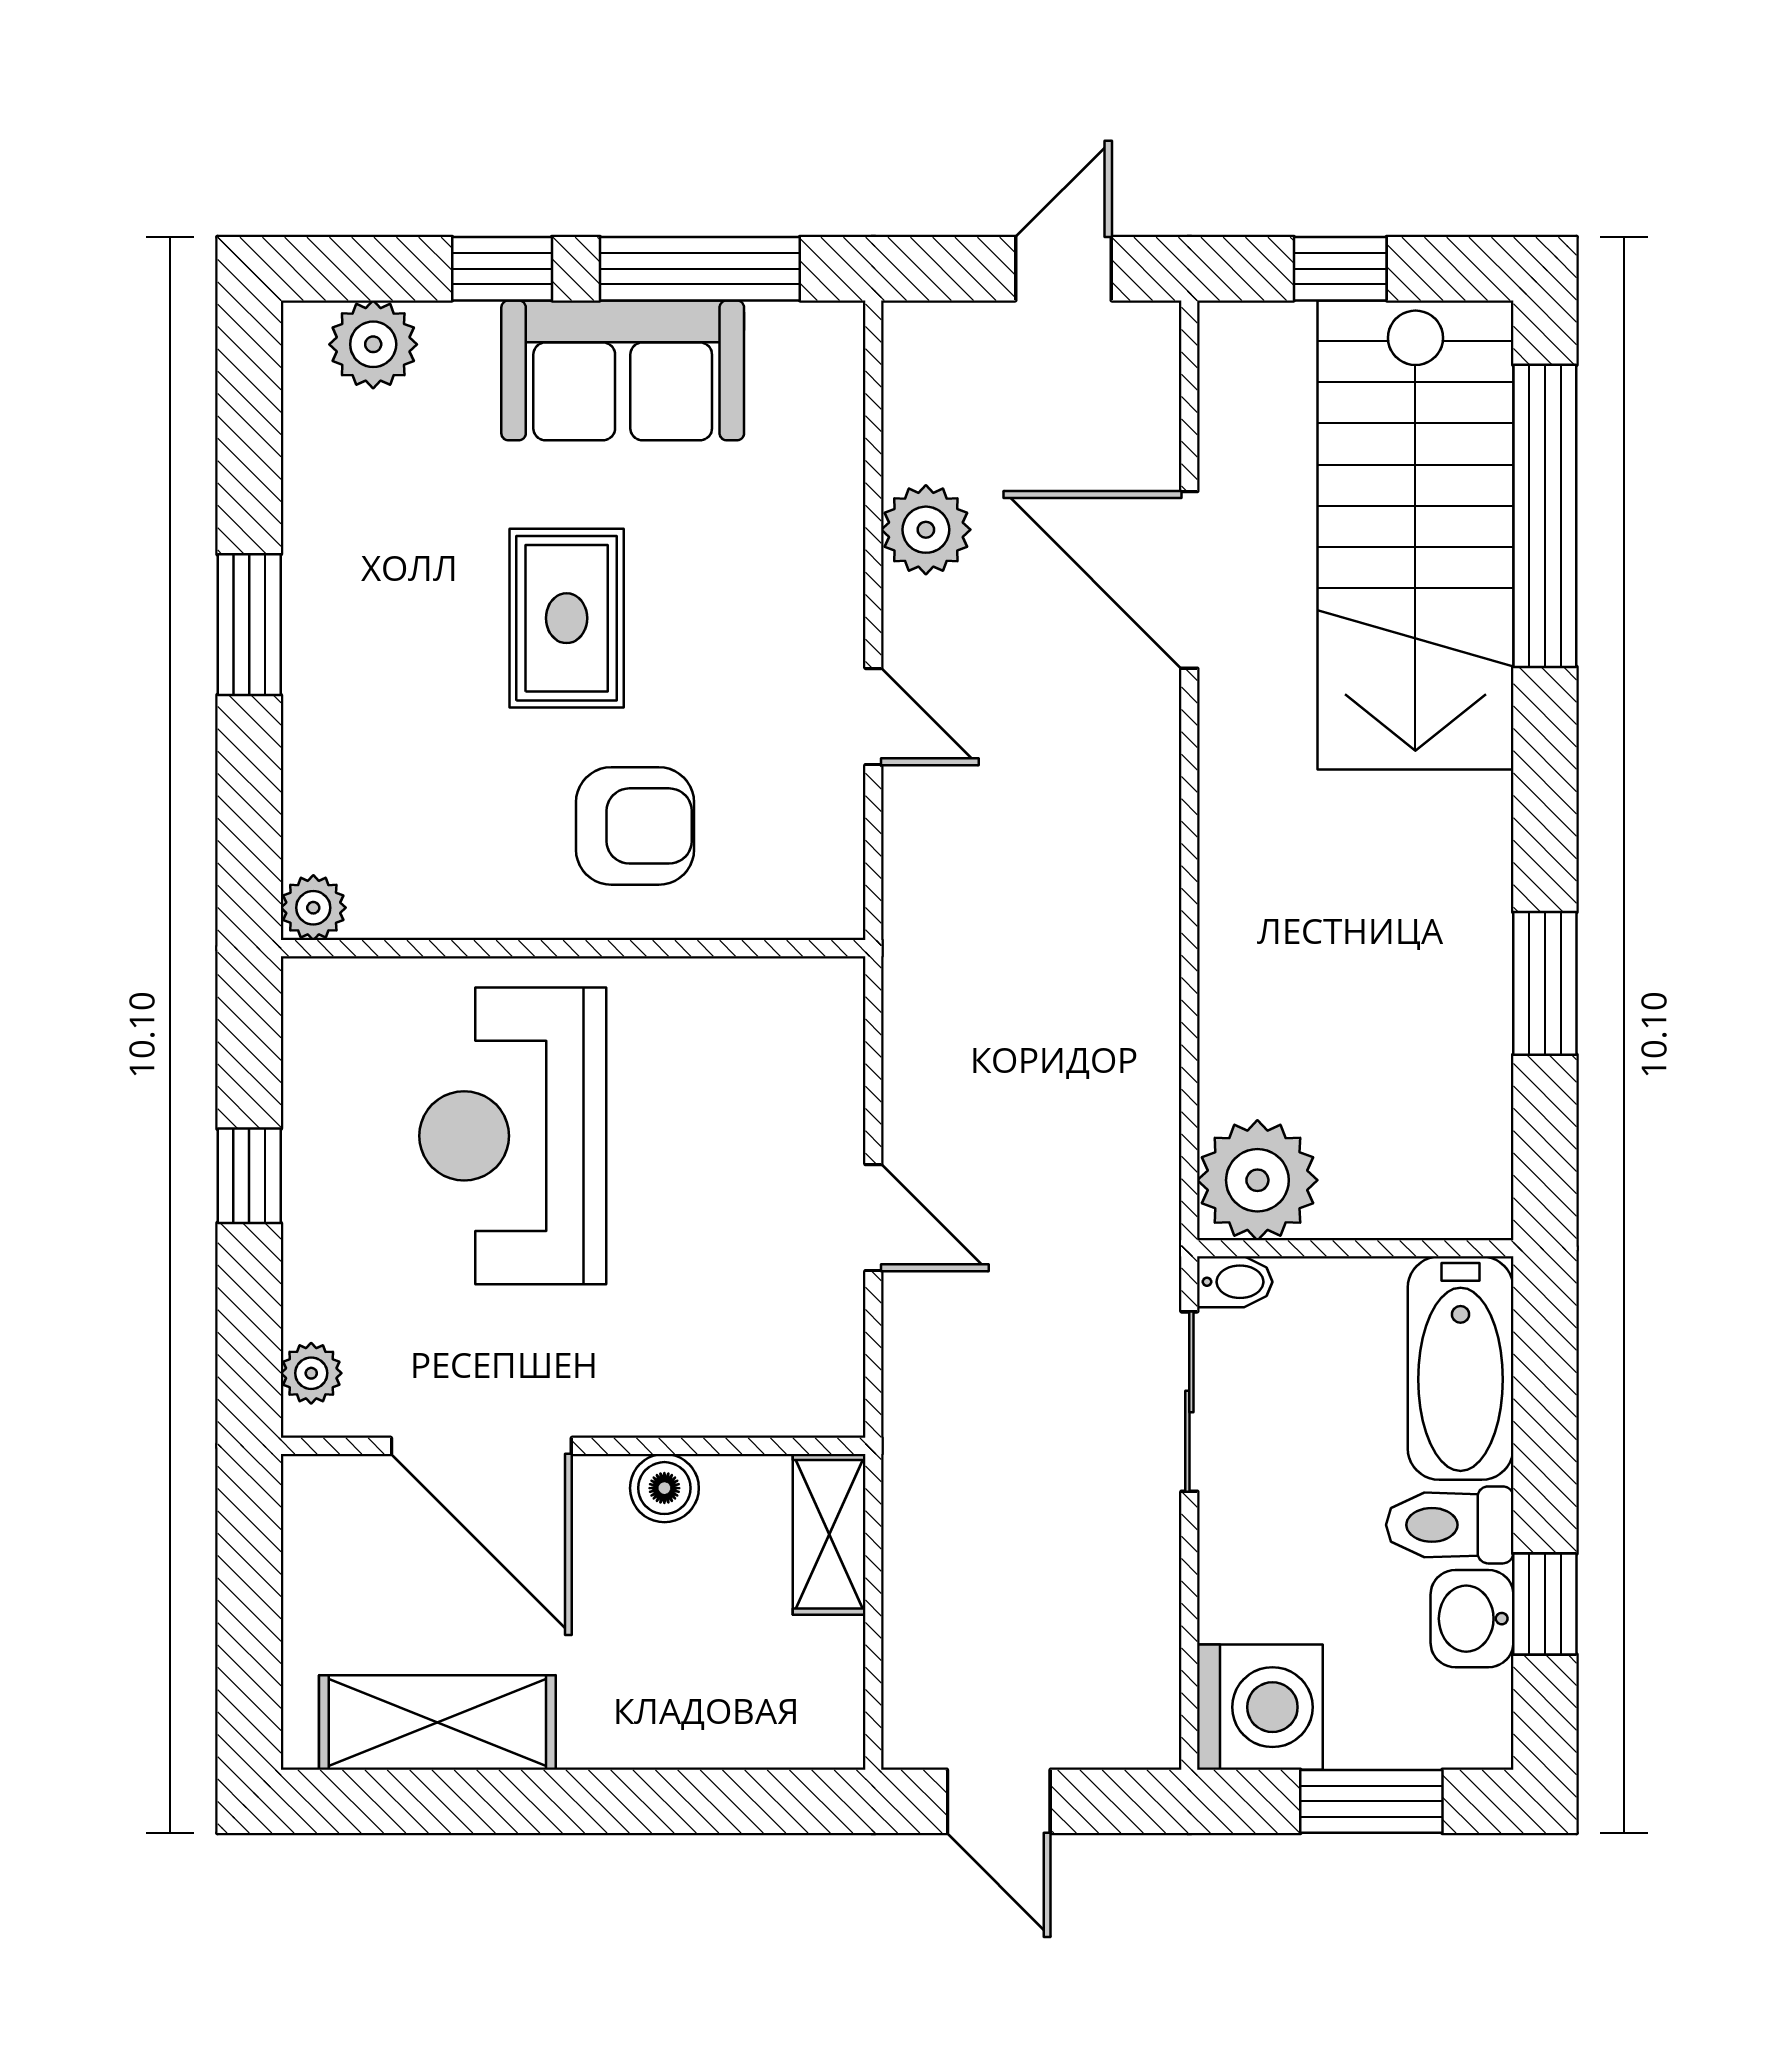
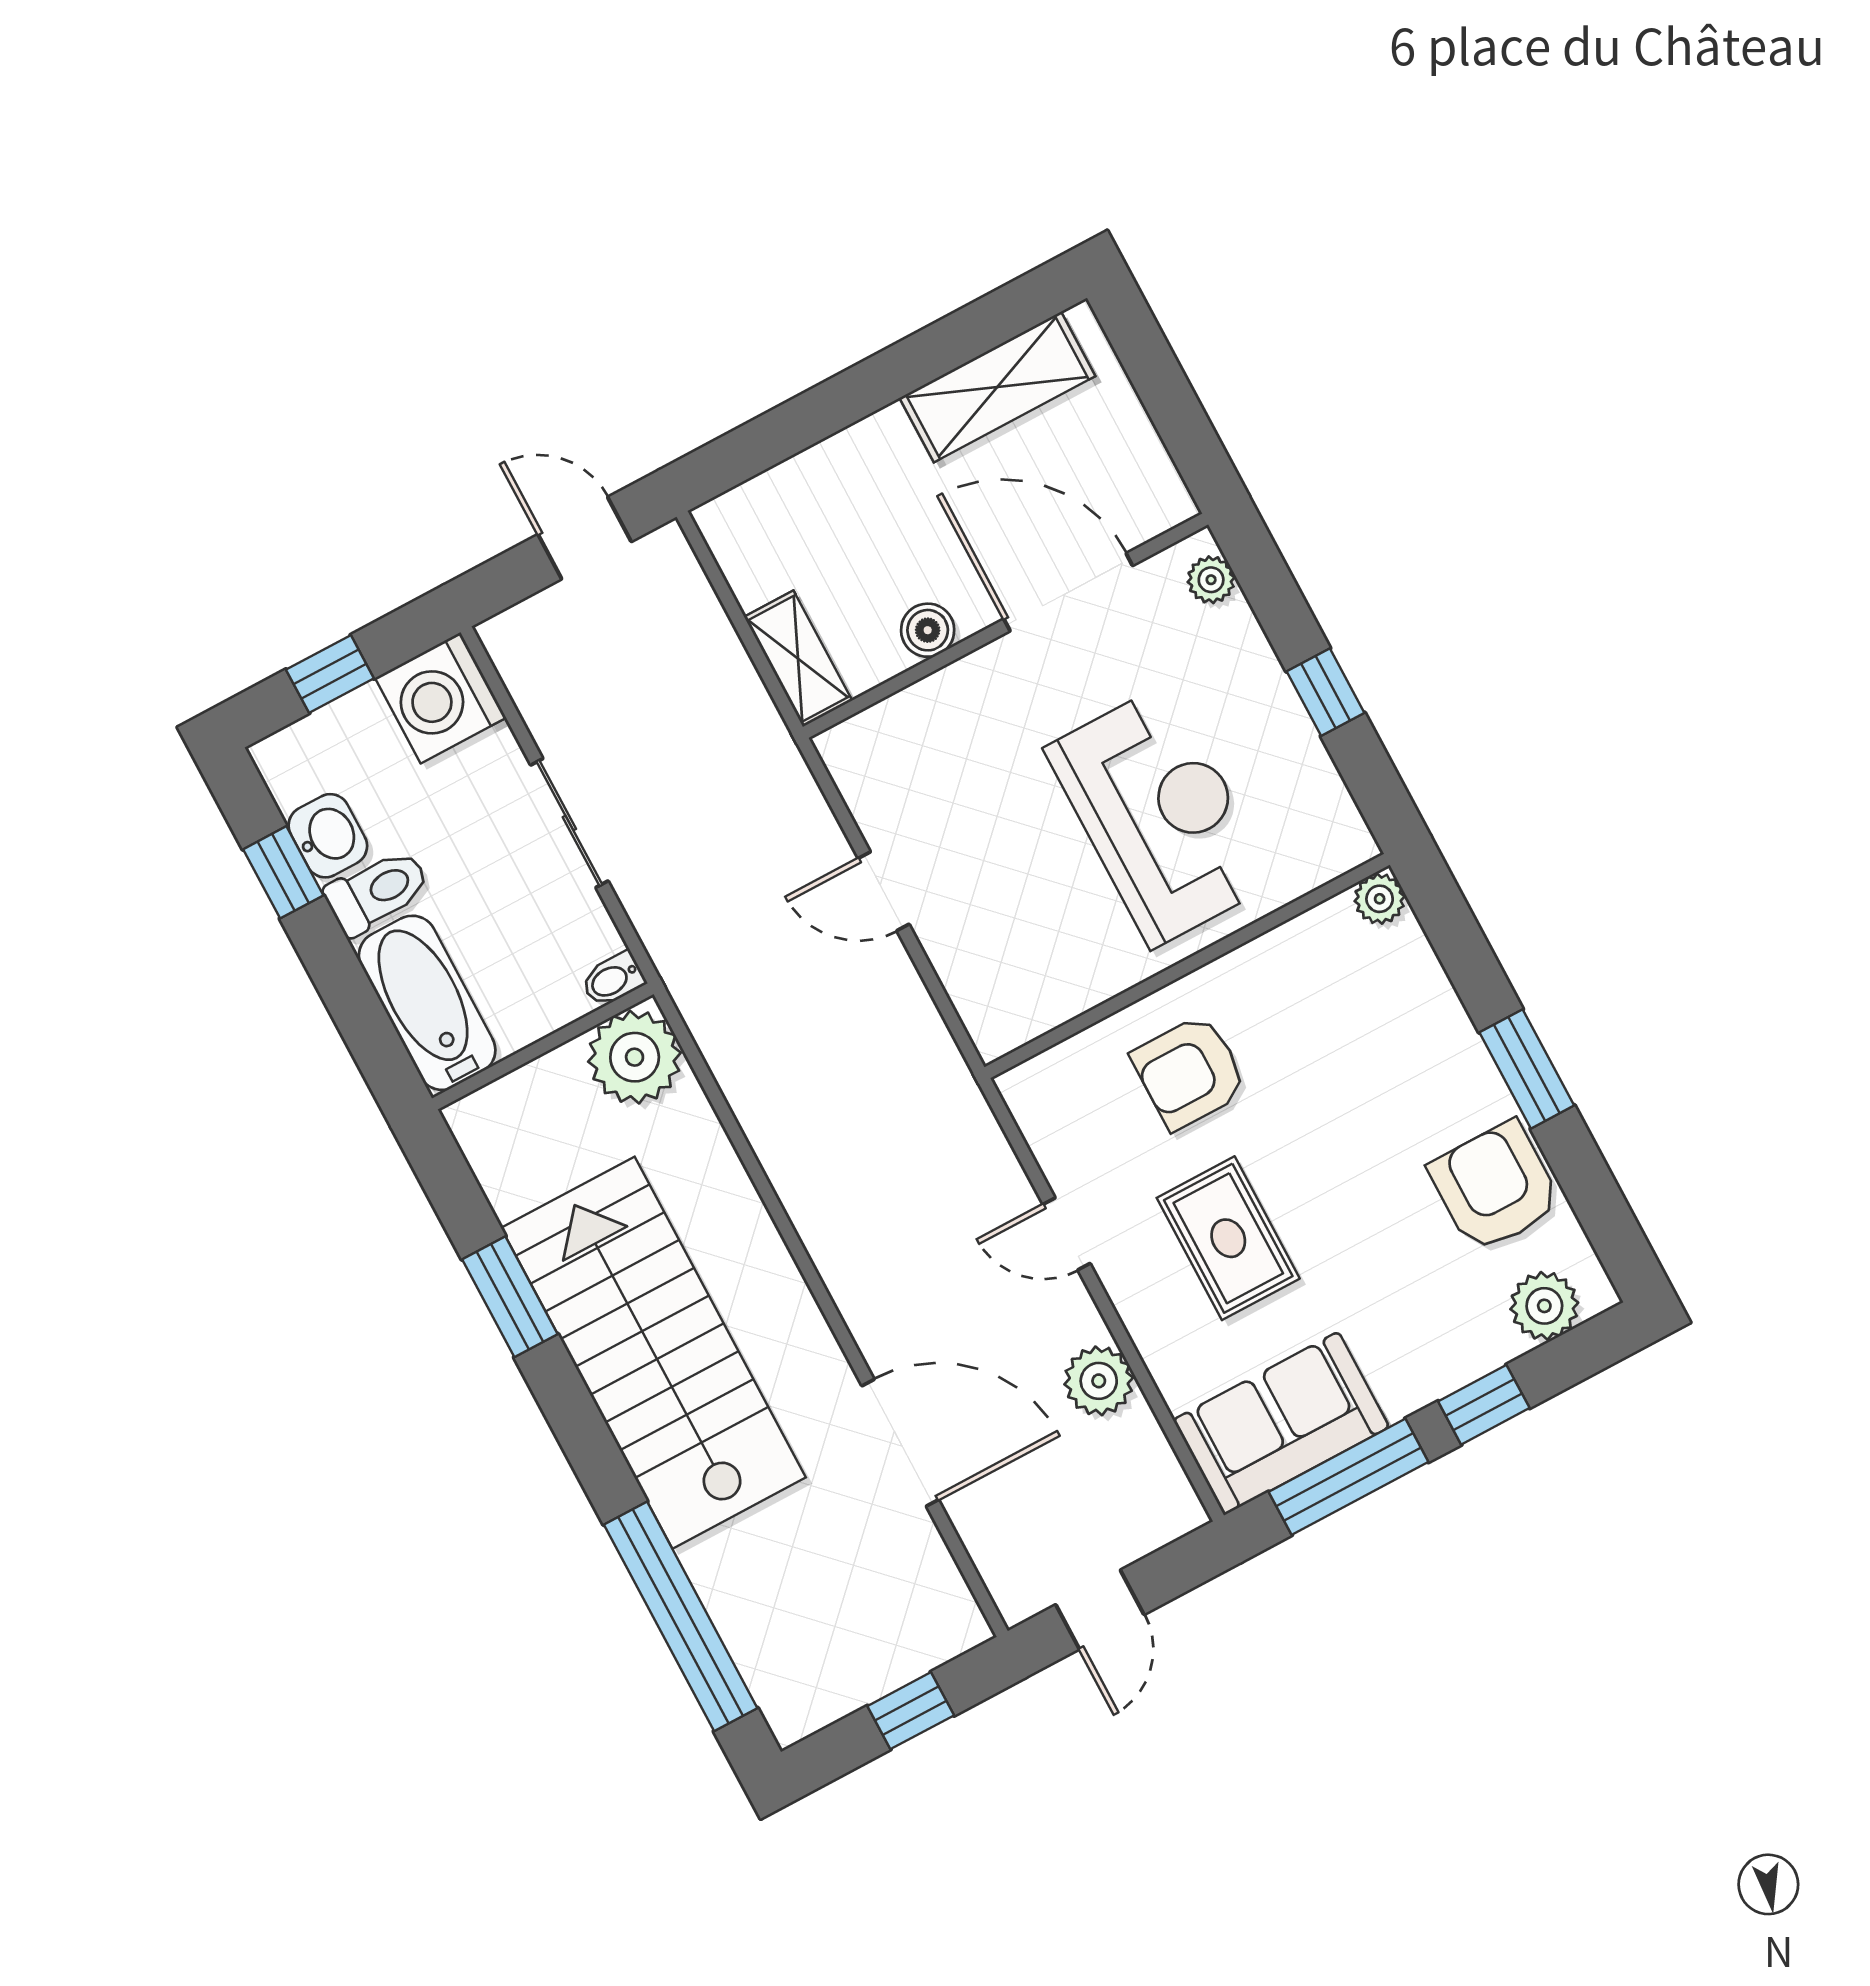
sofa: (623, 370) -> (1281, 1423), moved
armchair: (357, 510) -> (1495, 1187), added
stairs: (1415, 535) -> (653, 1353), moved
rug: (567, 618) -> (1228, 1238), moved
sliding door: (1189, 1402) -> (569, 823), moved
window: (1371, 1801) -> (330, 674), width x0.67

